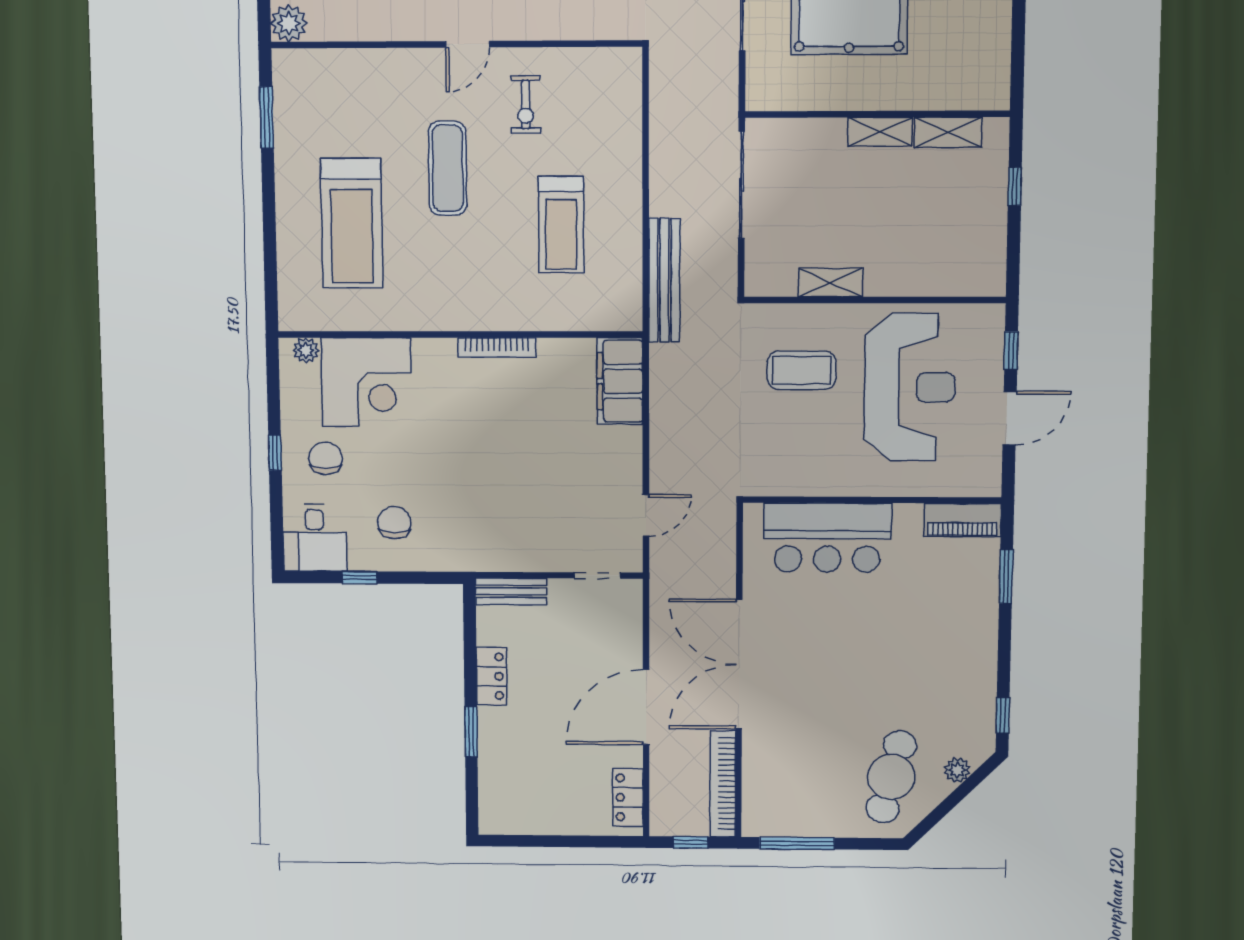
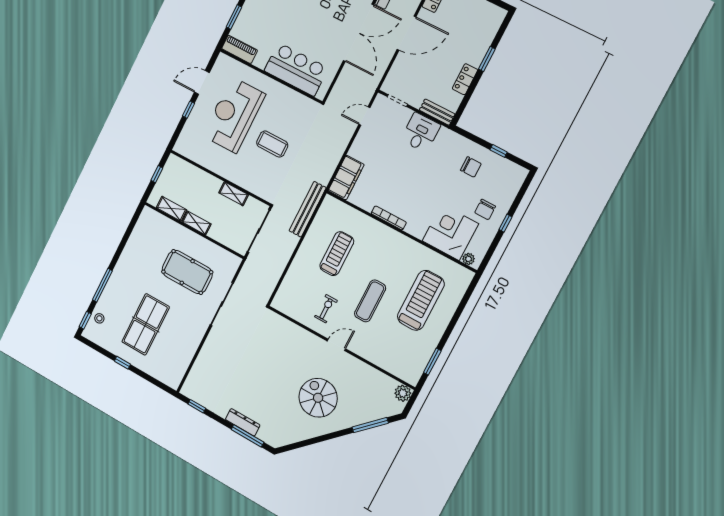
shelving: (831, 283) -> (234, 194), moved
wall: (875, 300) -> (220, 178), moved
chair: (394, 523) -> (471, 167), turned -90
desk: (315, 538) -> (421, 132), moved

